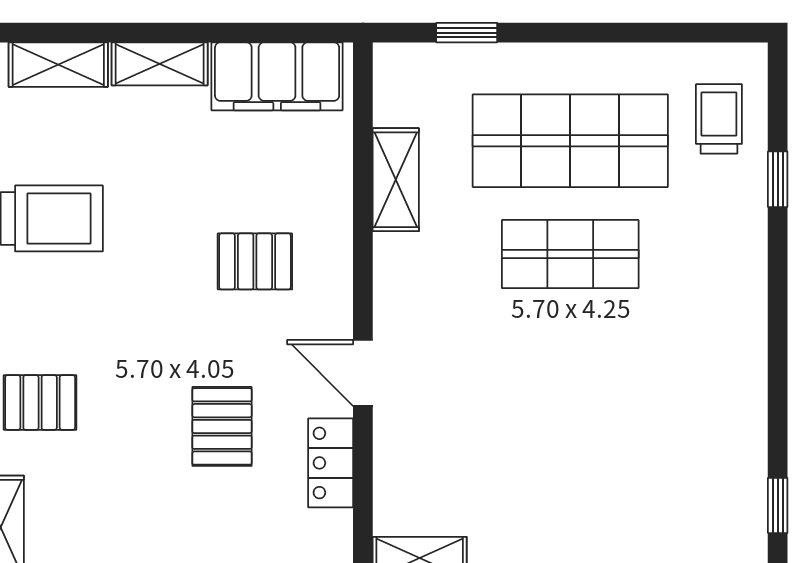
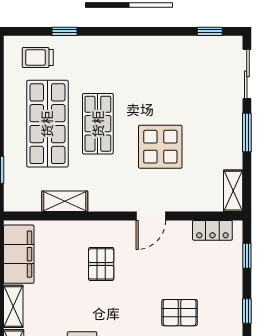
display table: (519, 394) -> (160, 147), added
pallet: (222, 426) -> (180, 313), moved
locker: (331, 463) -> (212, 230), moved

